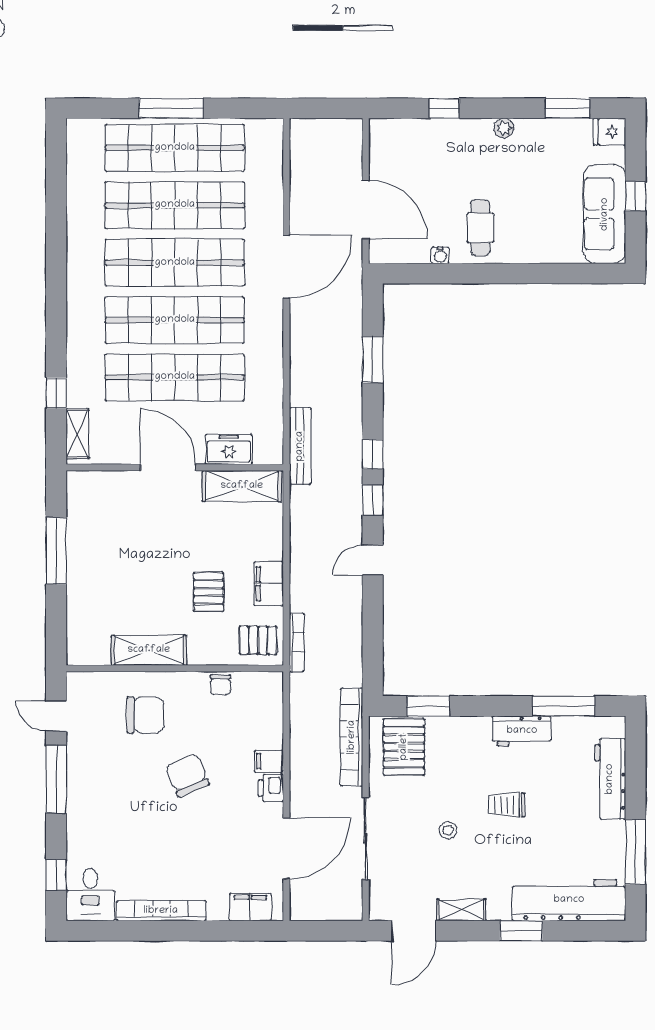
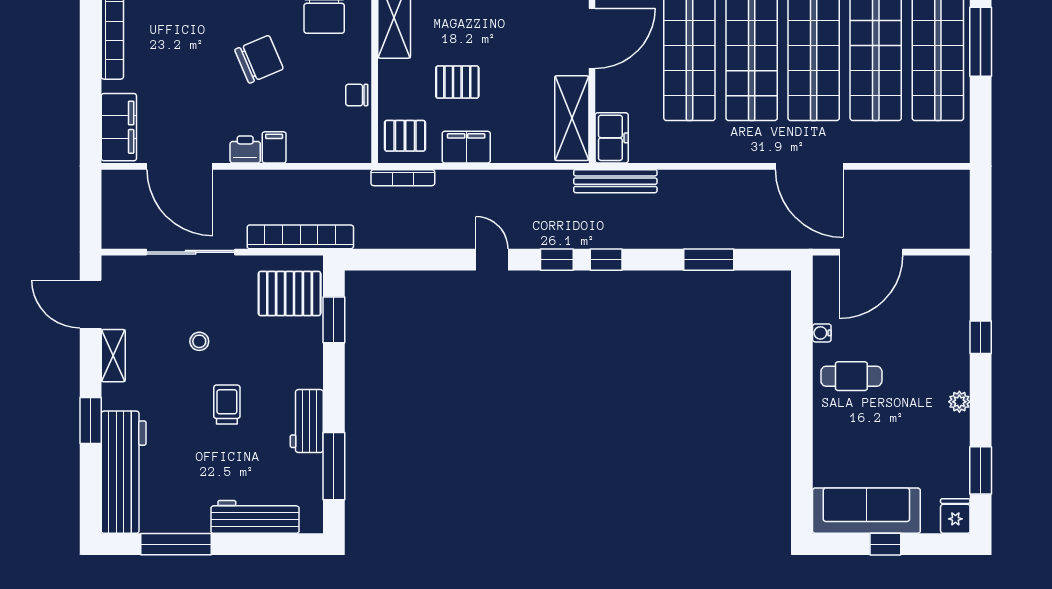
freezer: (229, 449) -> (612, 138), moved
pallet: (258, 640) -> (405, 136), turned 90
filing cabinet: (250, 907) -> (119, 127), width x1.50, depth x1.17

